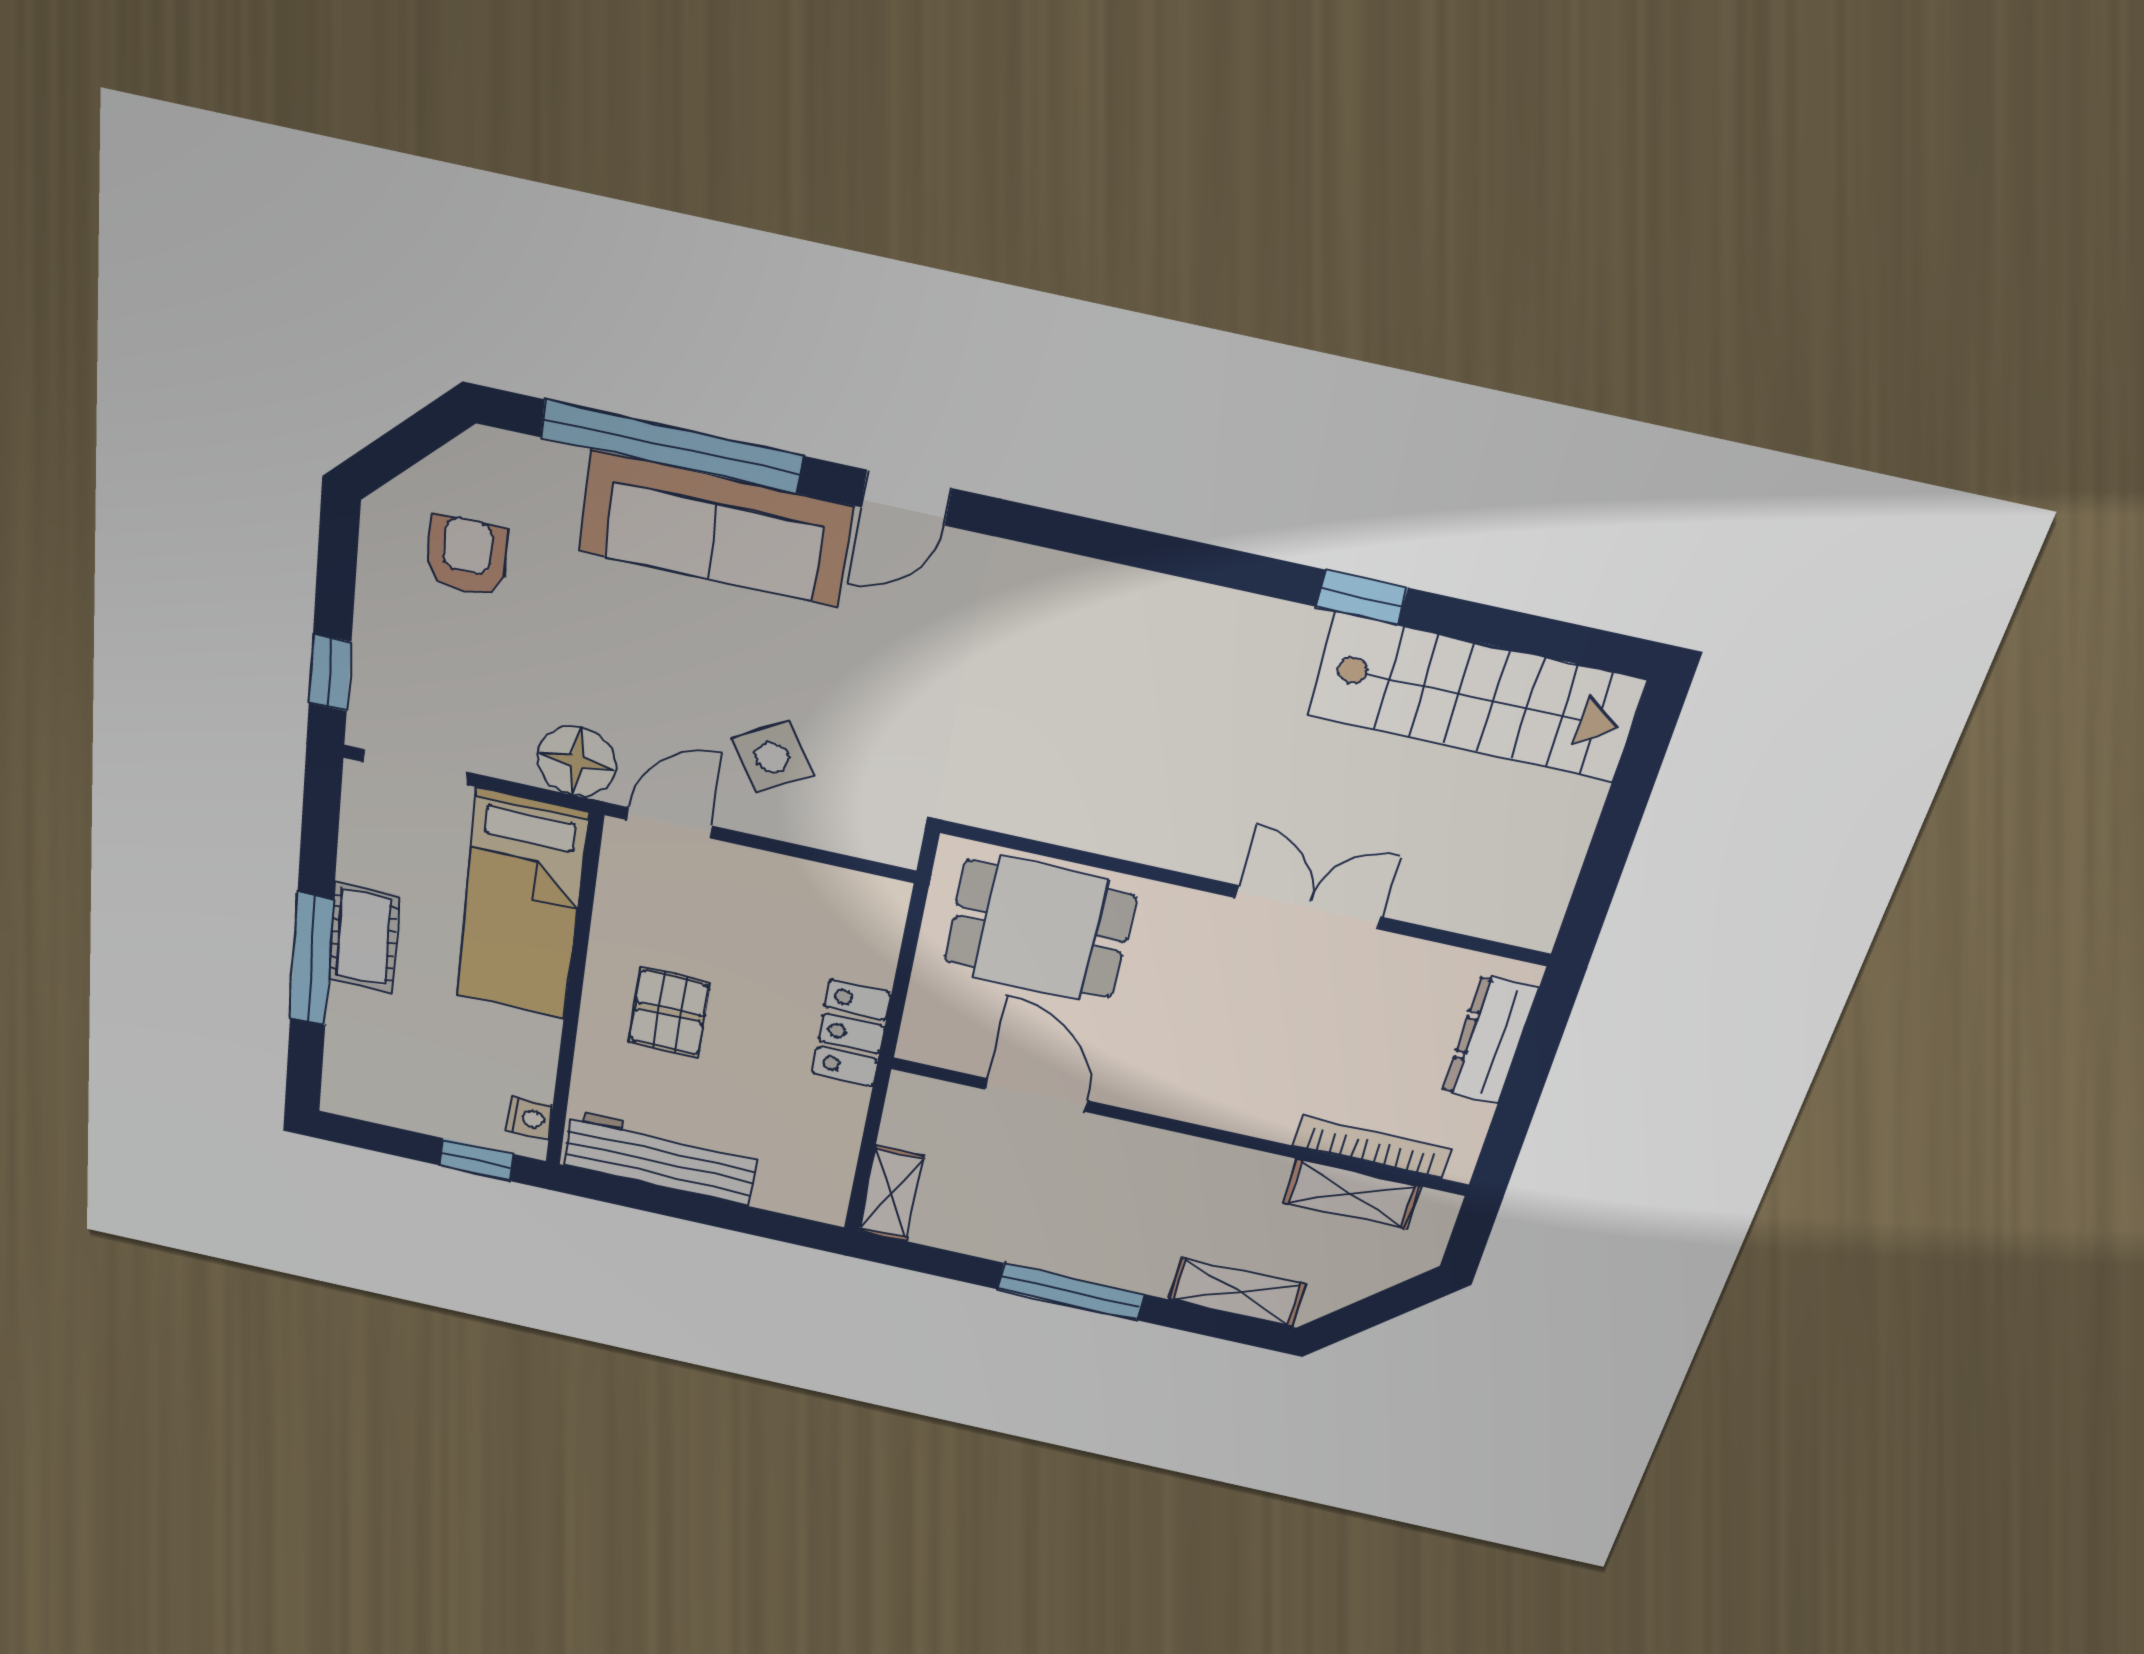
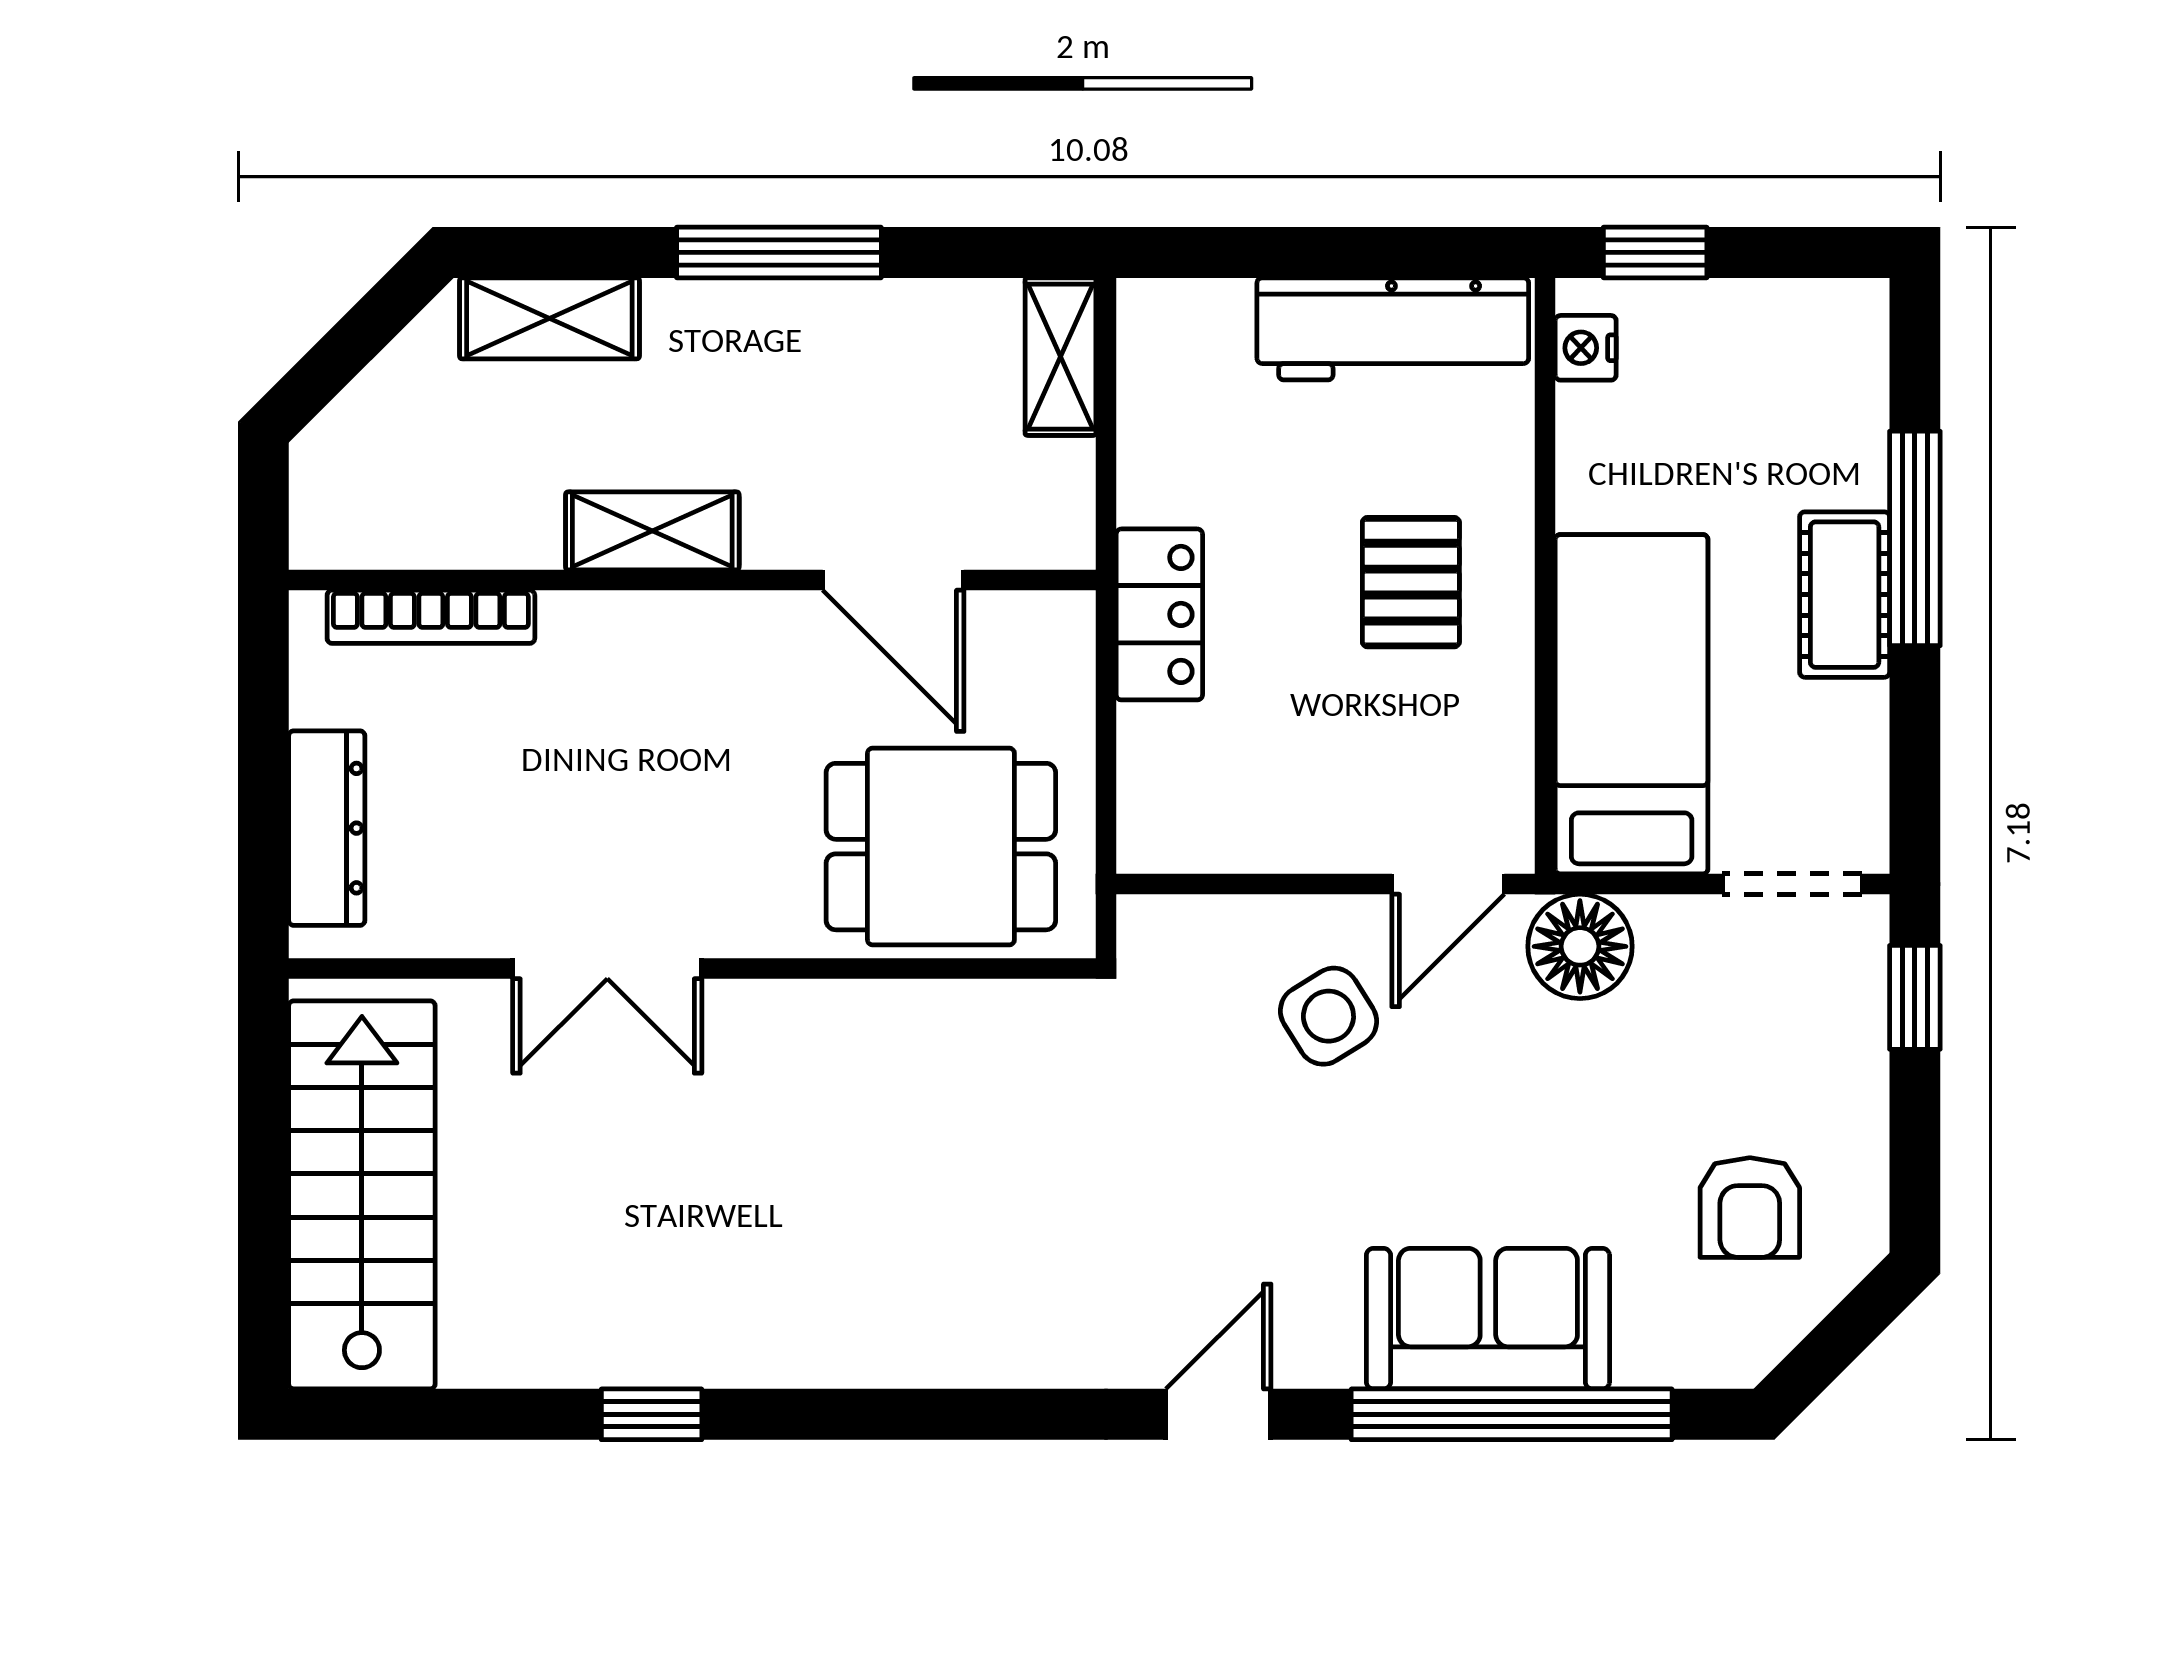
sofa: (715, 529) -> (1488, 1319), width x0.73
stairs: (1476, 697) -> (362, 1195), moved, turned 90
shelving: (1351, 1194) -> (652, 531), moved

